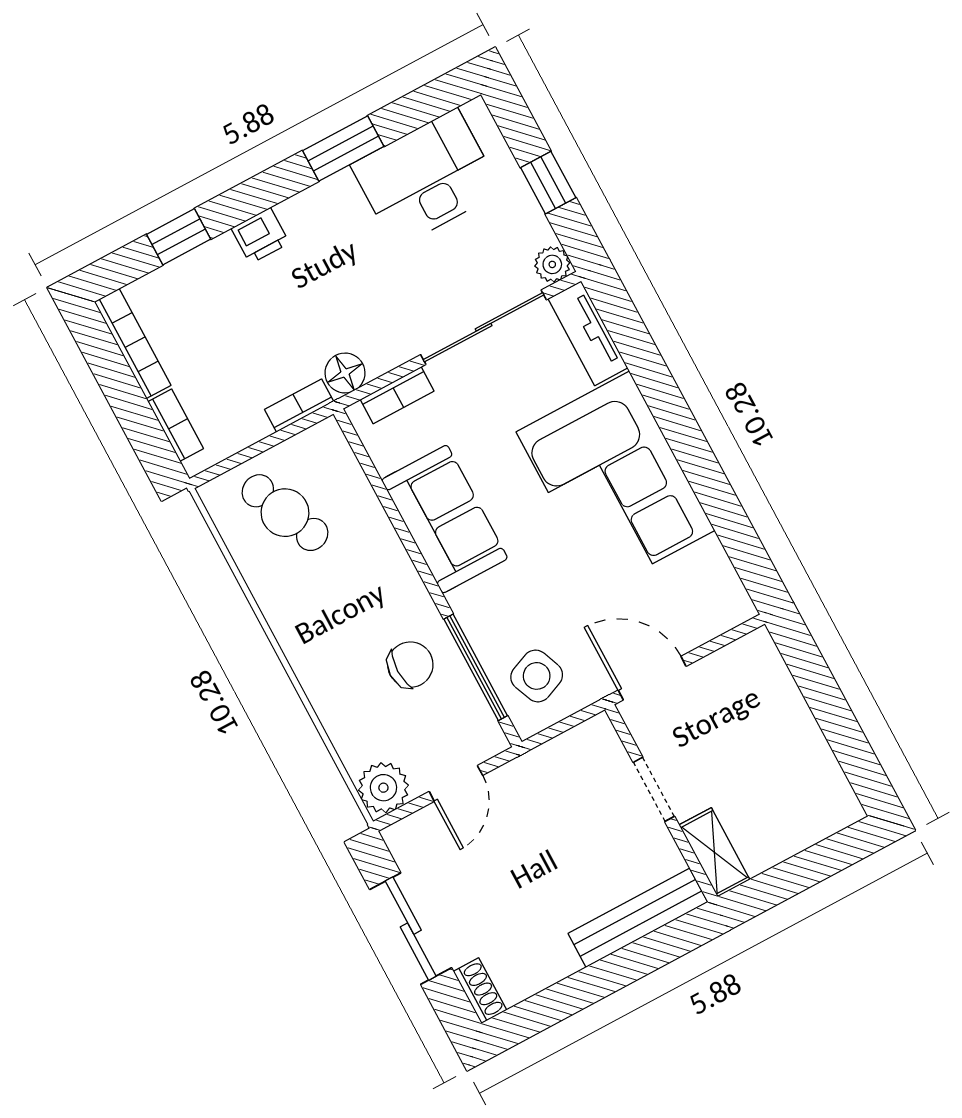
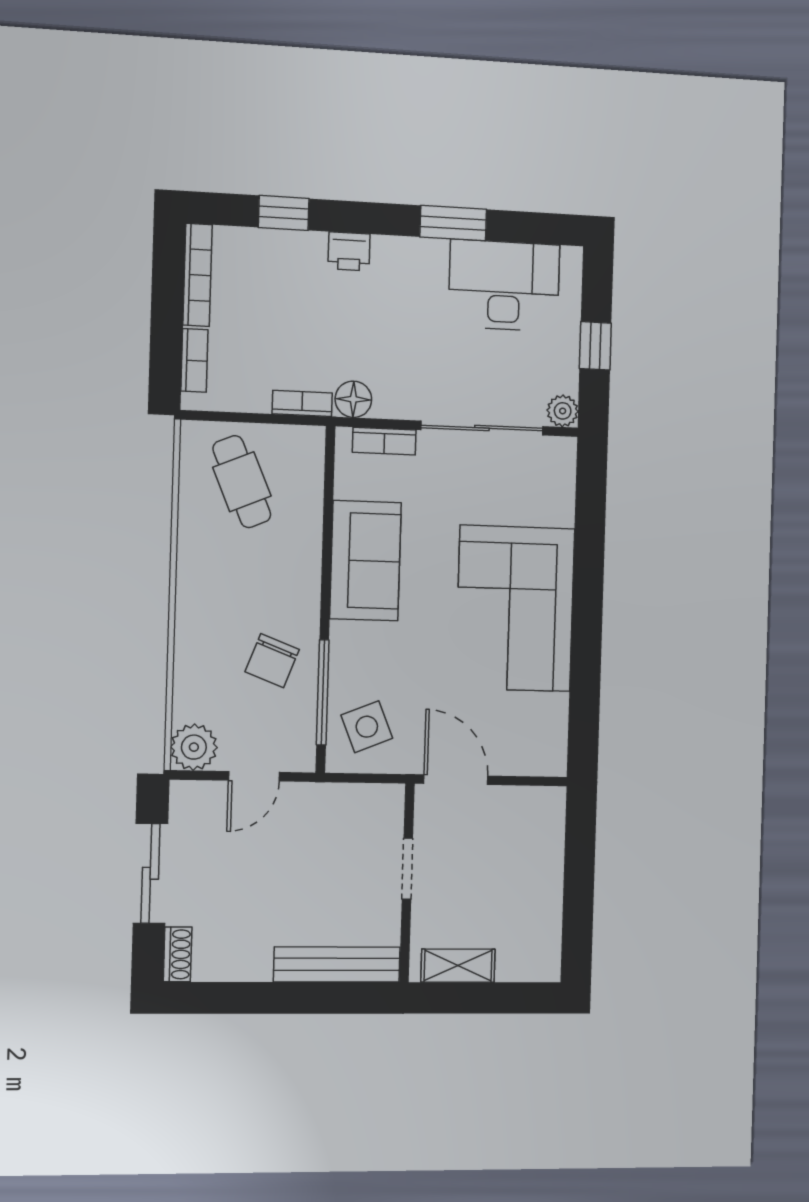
tv unit: (588, 333) -> (559, 481), removed
chair: (410, 665) -> (272, 661), turned 111
shelving: (714, 852) -> (458, 966), moved, turned 90

